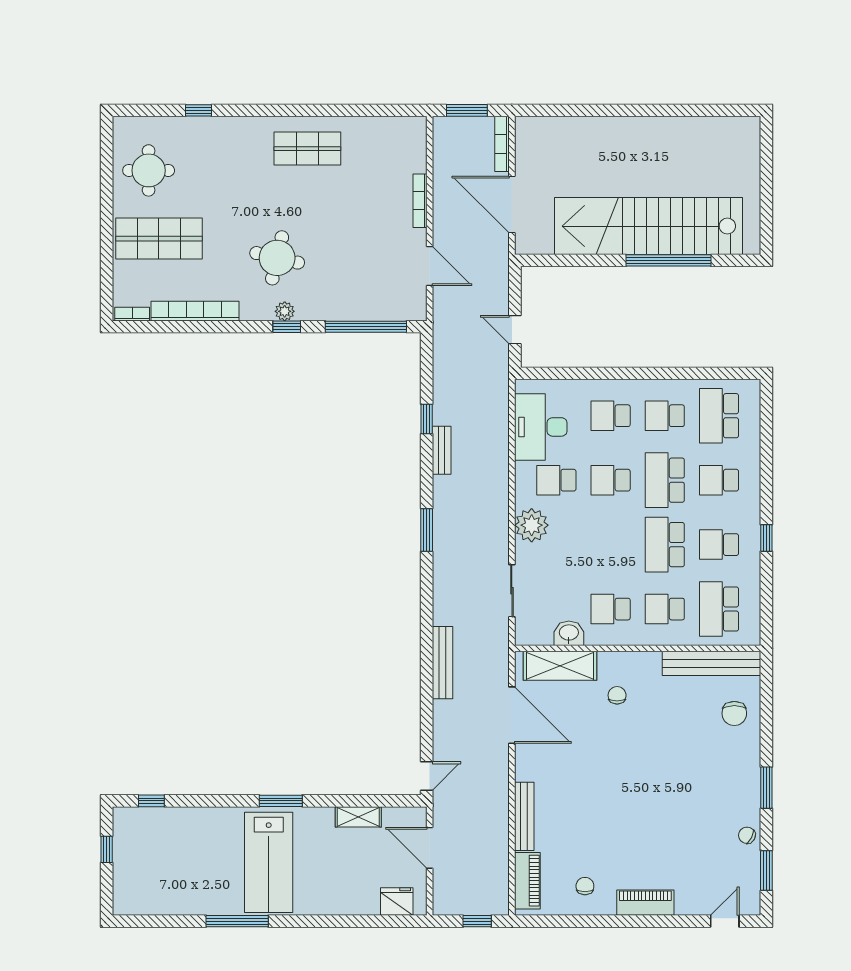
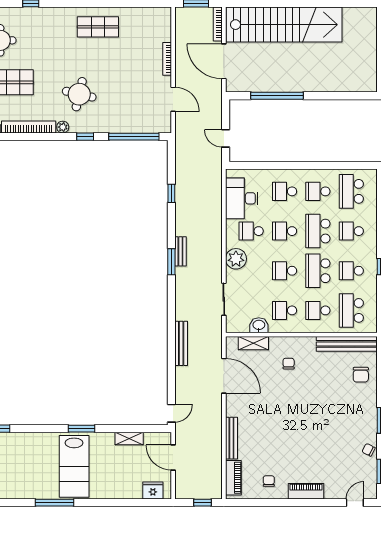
stairs: (648, 226) -> (284, 25), moved, turned 180
window: (669, 260) -> (277, 96), moved
plant: (285, 311) -> (63, 127), moved
bench: (442, 450) -> (180, 251), moved
school desk: (611, 545) -> (285, 271), added
shelving: (560, 666) -> (253, 343), width x0.67, depth x0.75

